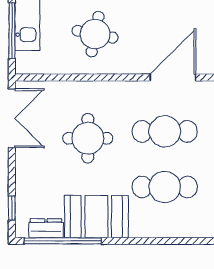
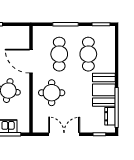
door: (173, 77) -> (31, 61), moved
double door: (12, 118) -> (64, 134), moved
round table: (88, 138) -> (52, 93), moved

